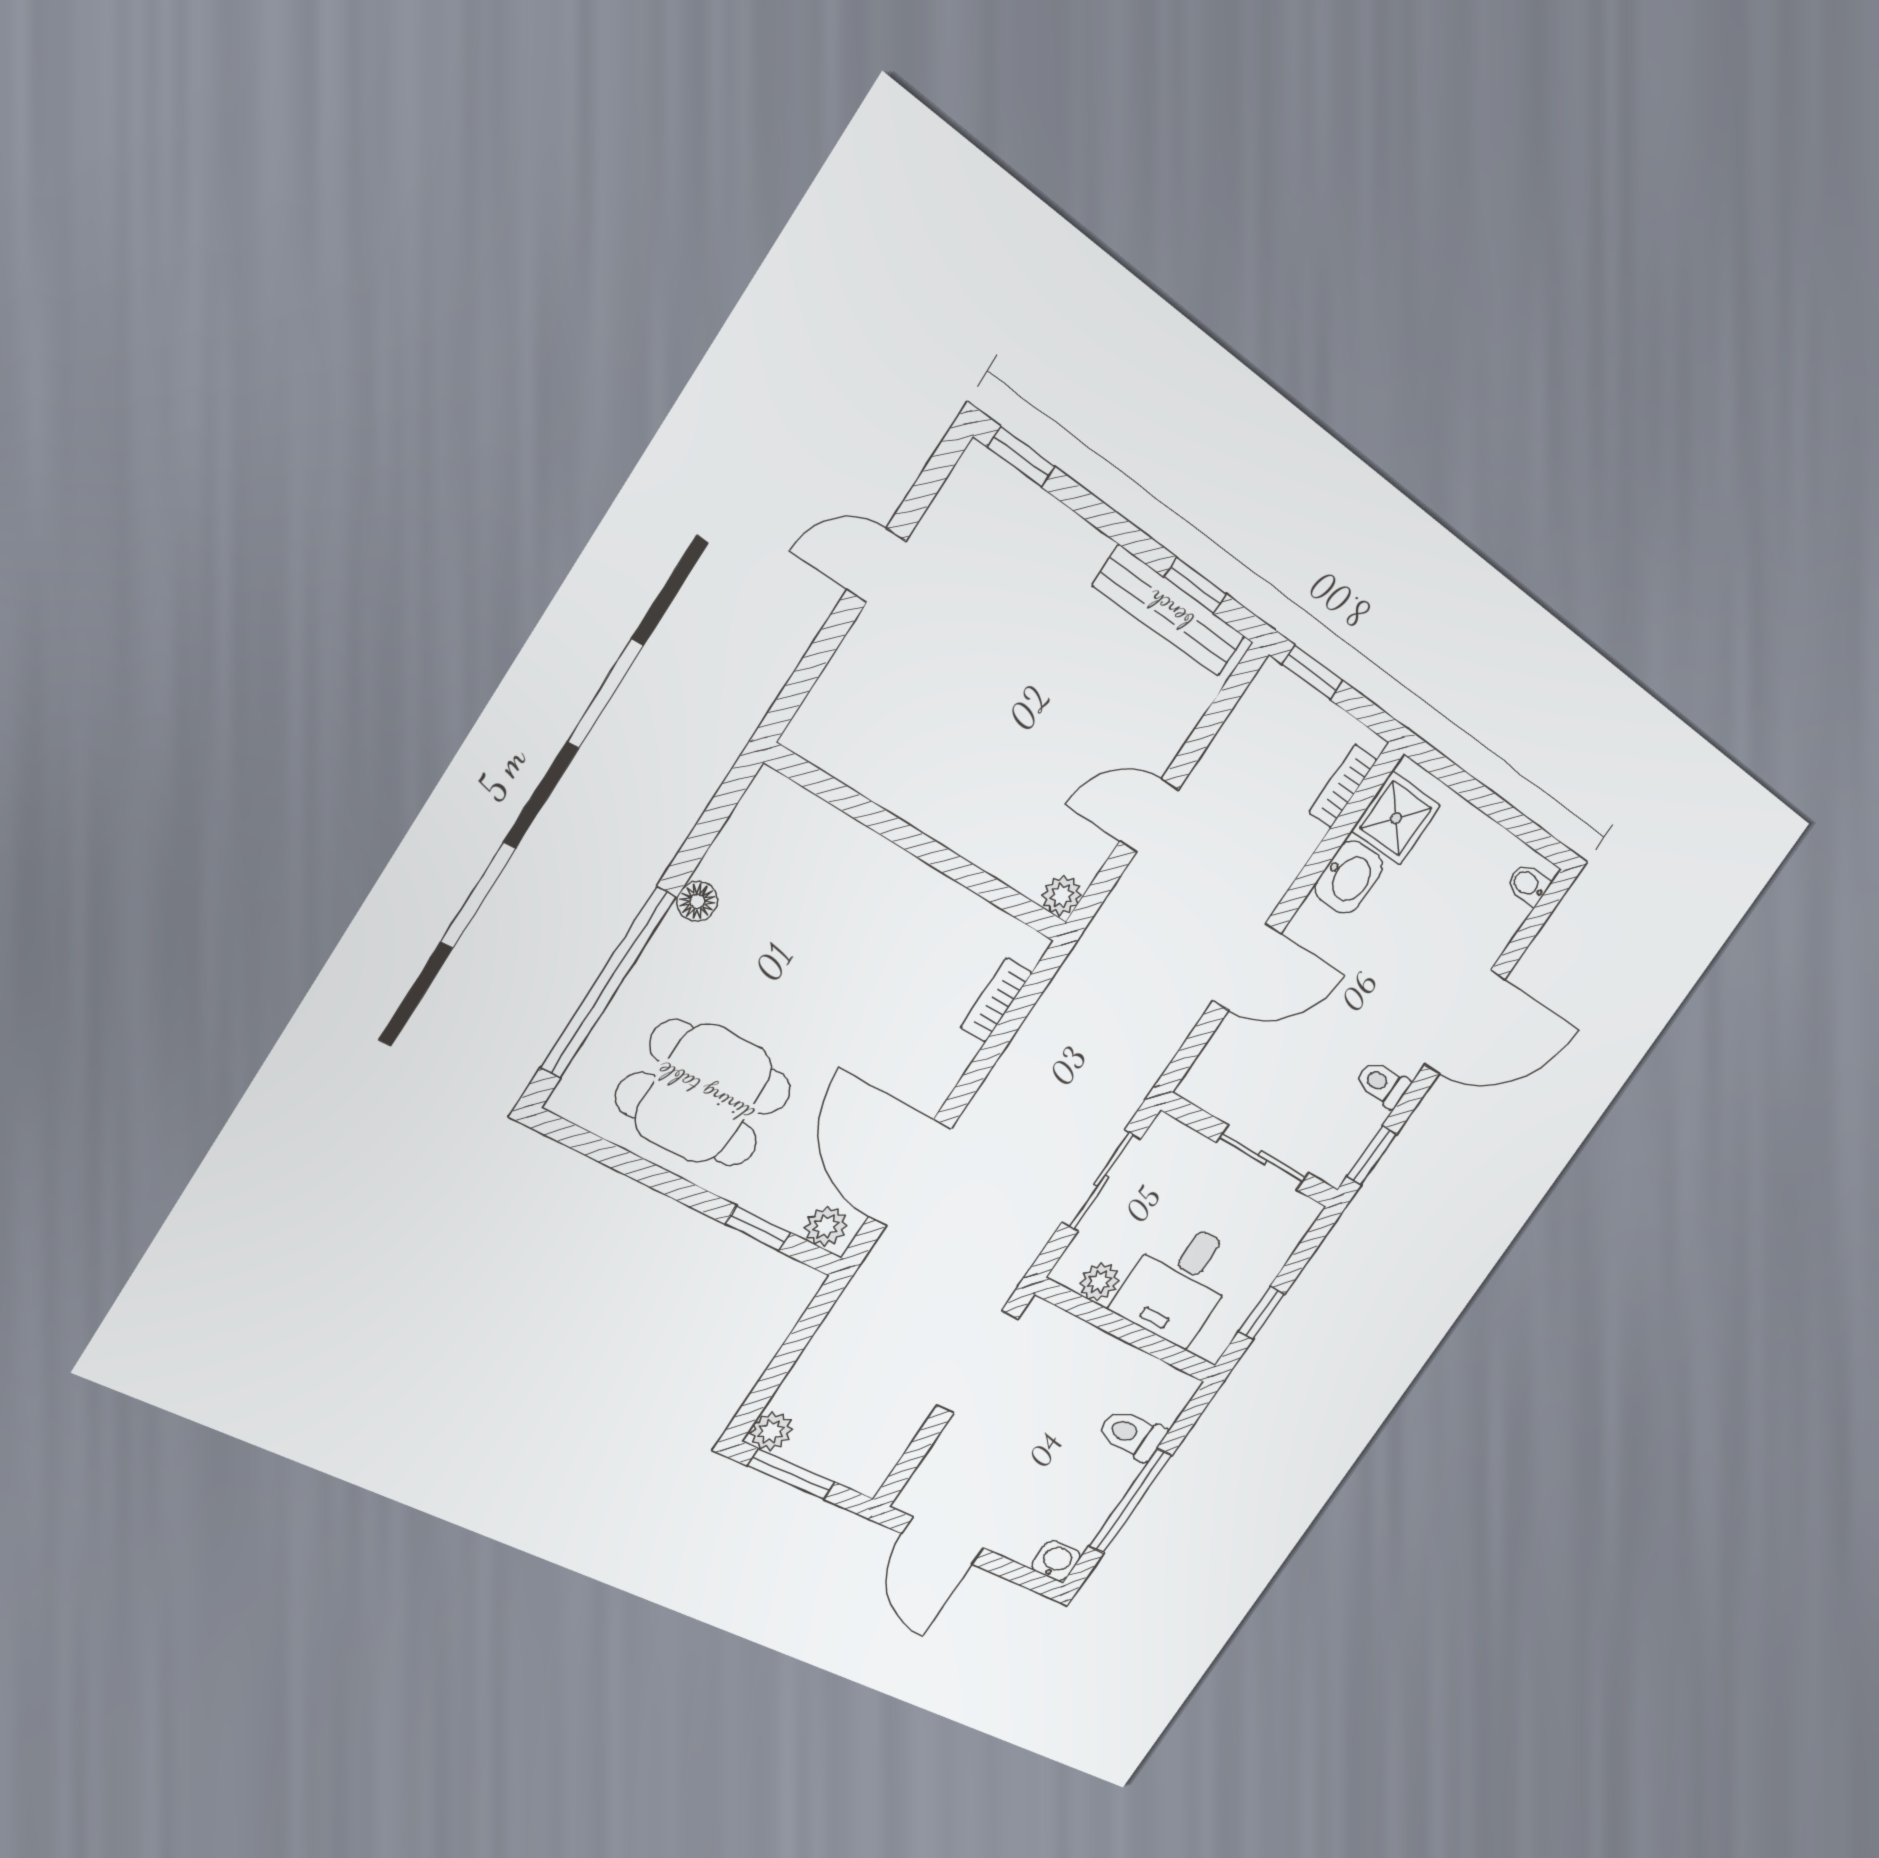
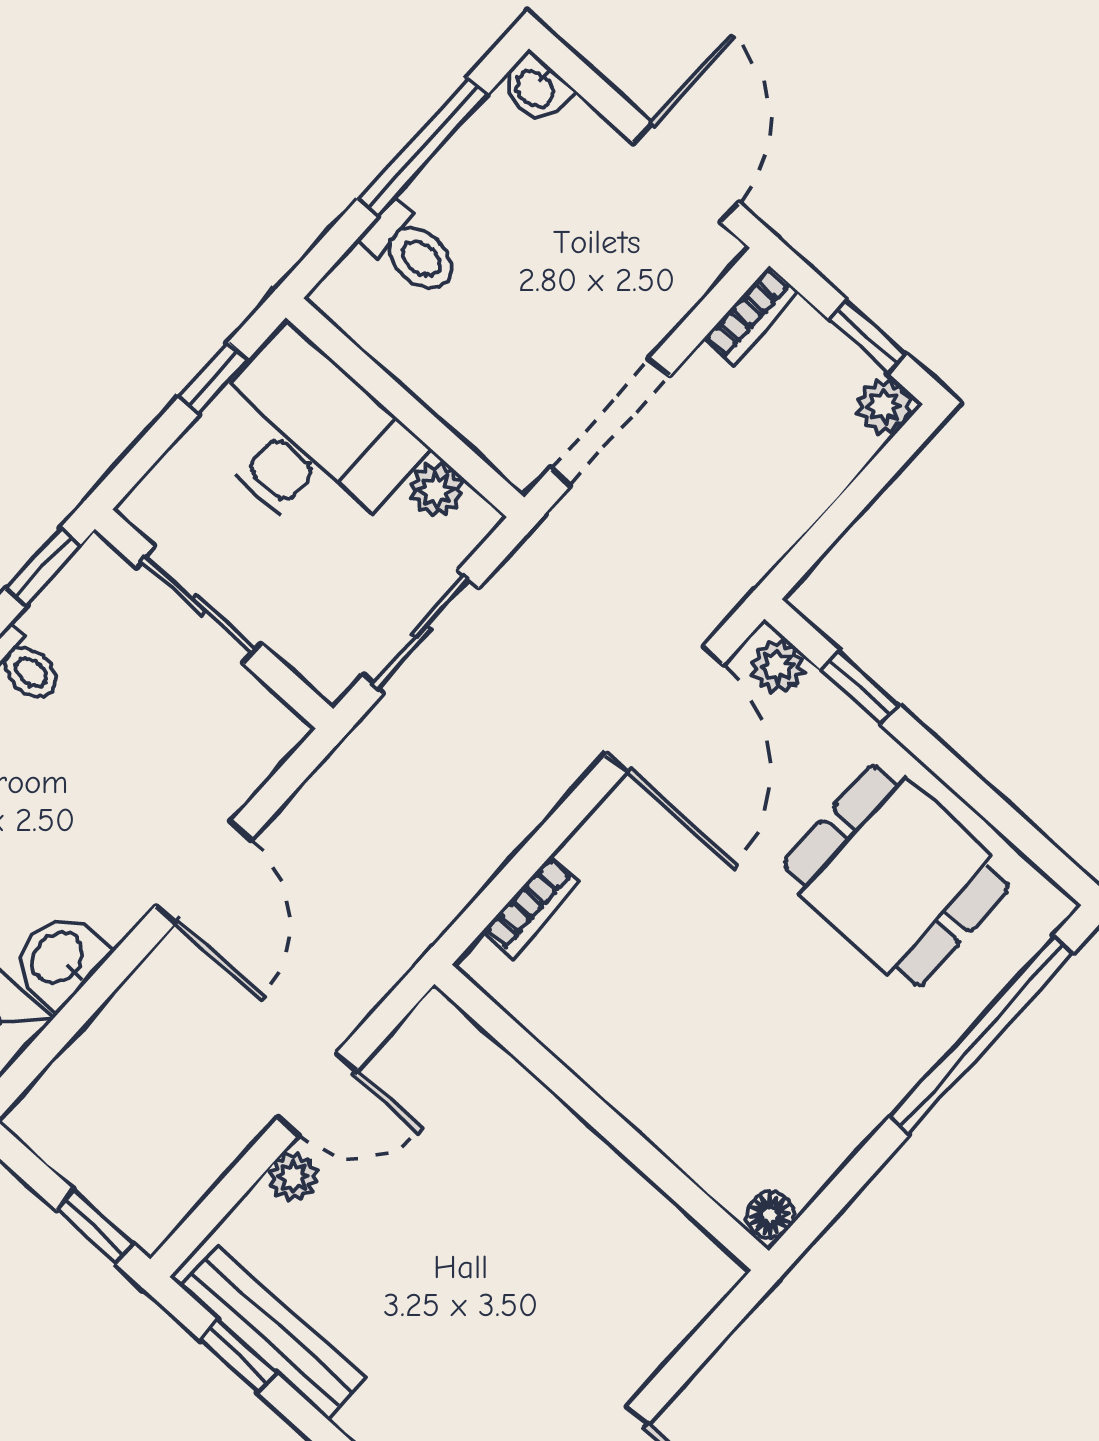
bookcase: (1343, 786) -> (751, 315), moved
plant: (1062, 895) -> (293, 1177), moved
floor lamp: (697, 901) -> (770, 1215), moved
door: (1247, 967) -> (204, 872), swing flipped
desk: (1179, 1283) -> (309, 440), width x1.37
window: (792, 1474) -> (868, 337), width x0.67

